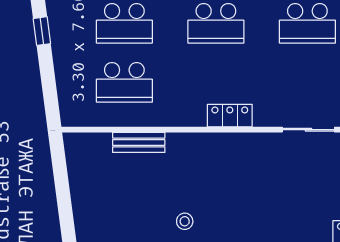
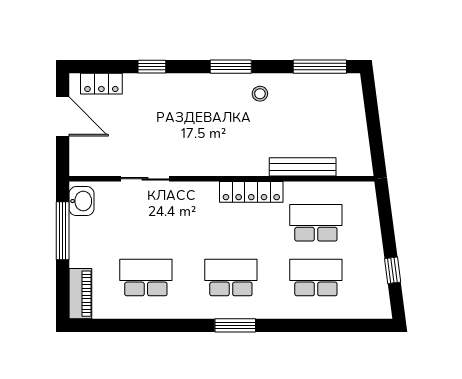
locker: (230, 116) -> (251, 192), moved, width x1.53
bench: (139, 142) -> (303, 167), width x1.36

